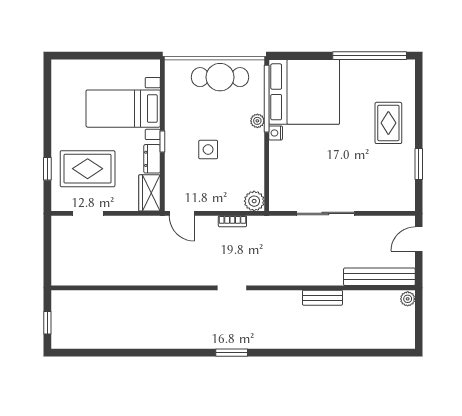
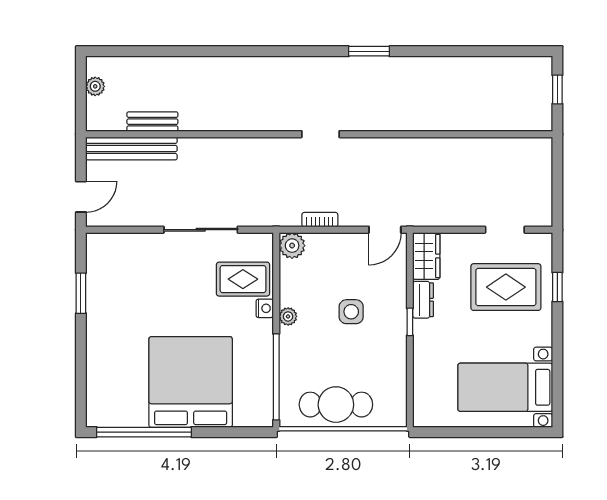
bed: (304, 92) -> (191, 382), moved, turned 90
bed with nightstands: (123, 109) -> (505, 387), moved, turned 180
plant: (257, 121) -> (288, 316), moved
rug: (388, 123) -> (243, 279), moved, turned 90
nightstand: (276, 133) -> (265, 308), moved
door: (182, 213) -> (385, 230), swing flipped
bench: (322, 298) -> (152, 122), moved
plant: (408, 299) -> (95, 86), moved
window: (232, 353) -> (369, 51), moved

